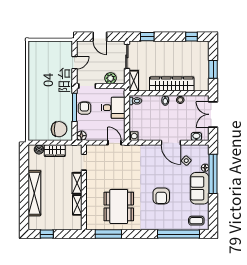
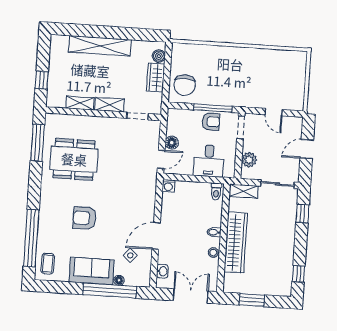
floor lamp: (81, 136) -> (172, 143), moved
window: (47, 234) -> (42, 80), moved

